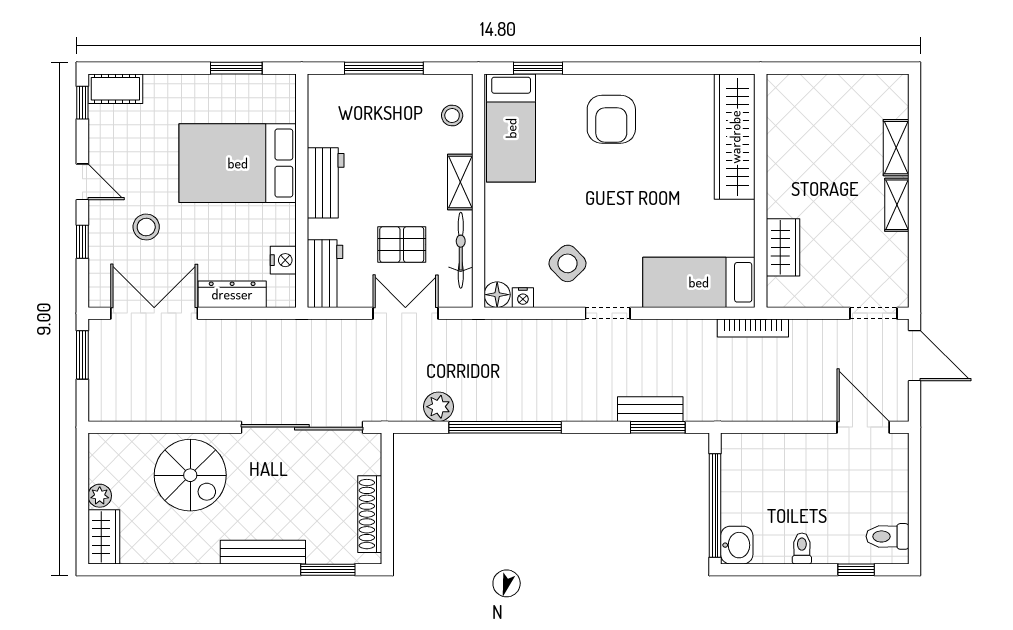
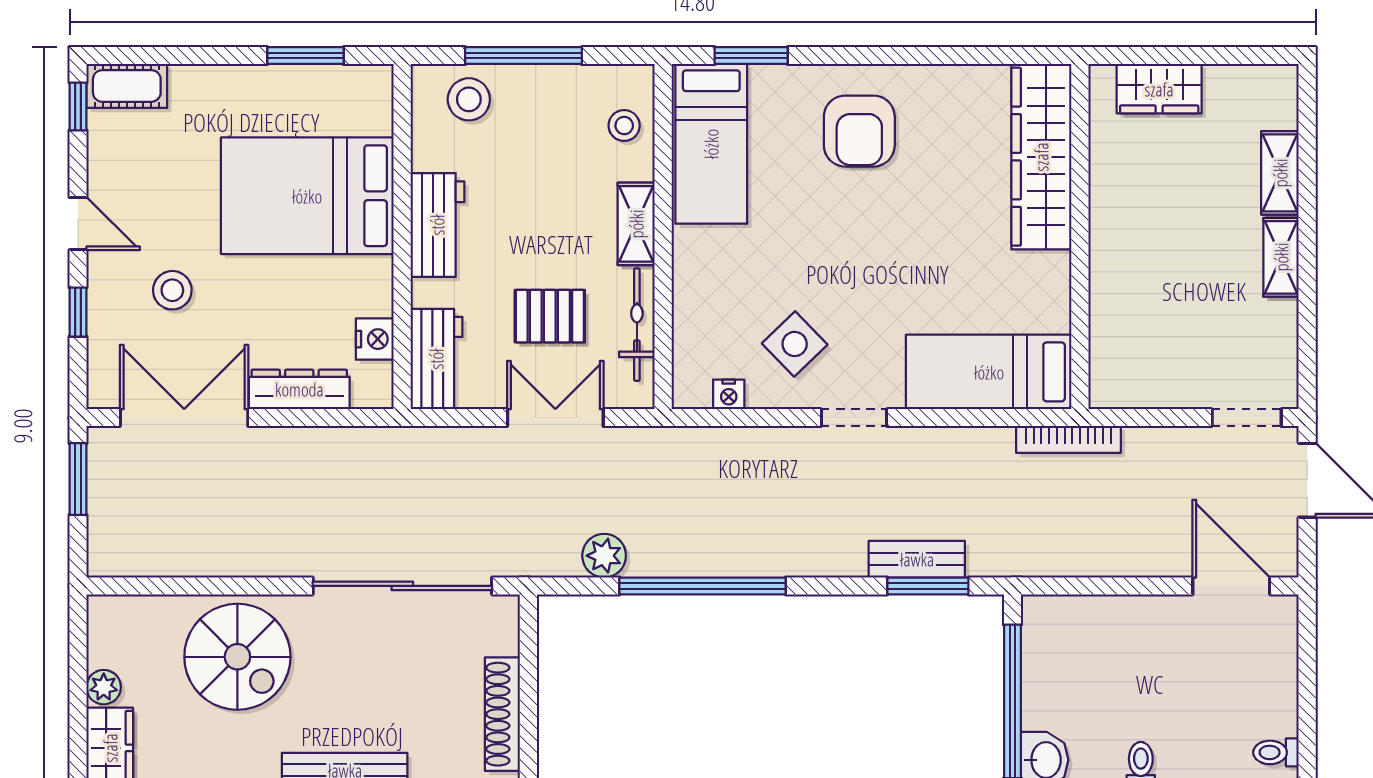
stool: (347, 98) -> (469, 99), added
wardrobe: (783, 247) -> (1159, 89), moved, turned 90
floor lamp: (497, 295) -> (691, 390), removed
toilet: (887, 536) -> (1276, 752), width x0.73, depth x0.72

